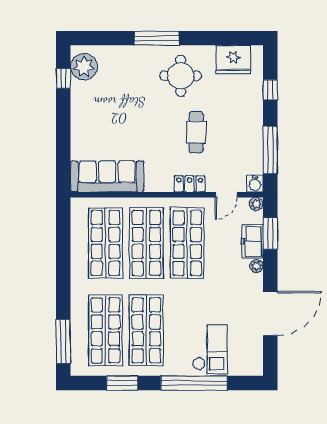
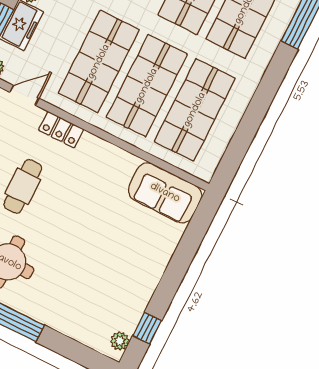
plant: (84, 67) -> (120, 341), width x0.53, depth x0.53
sofa: (107, 176) -> (165, 193), width x0.73

